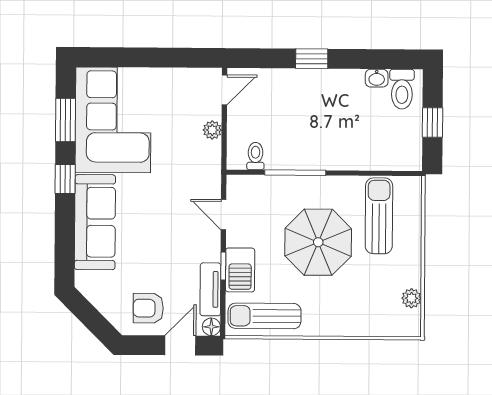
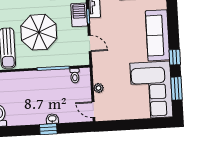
washbasin: (377, 78) -> (52, 119), moved
door: (224, 90) -> (93, 110), hinge flipped

